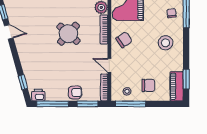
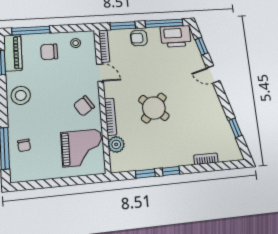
door: (9, 32) -> (213, 74), moved
stool: (166, 43) -> (21, 95), moved
printer: (38, 95) -> (176, 36), width x1.87, depth x1.48
window: (131, 104) -> (31, 31), moved

